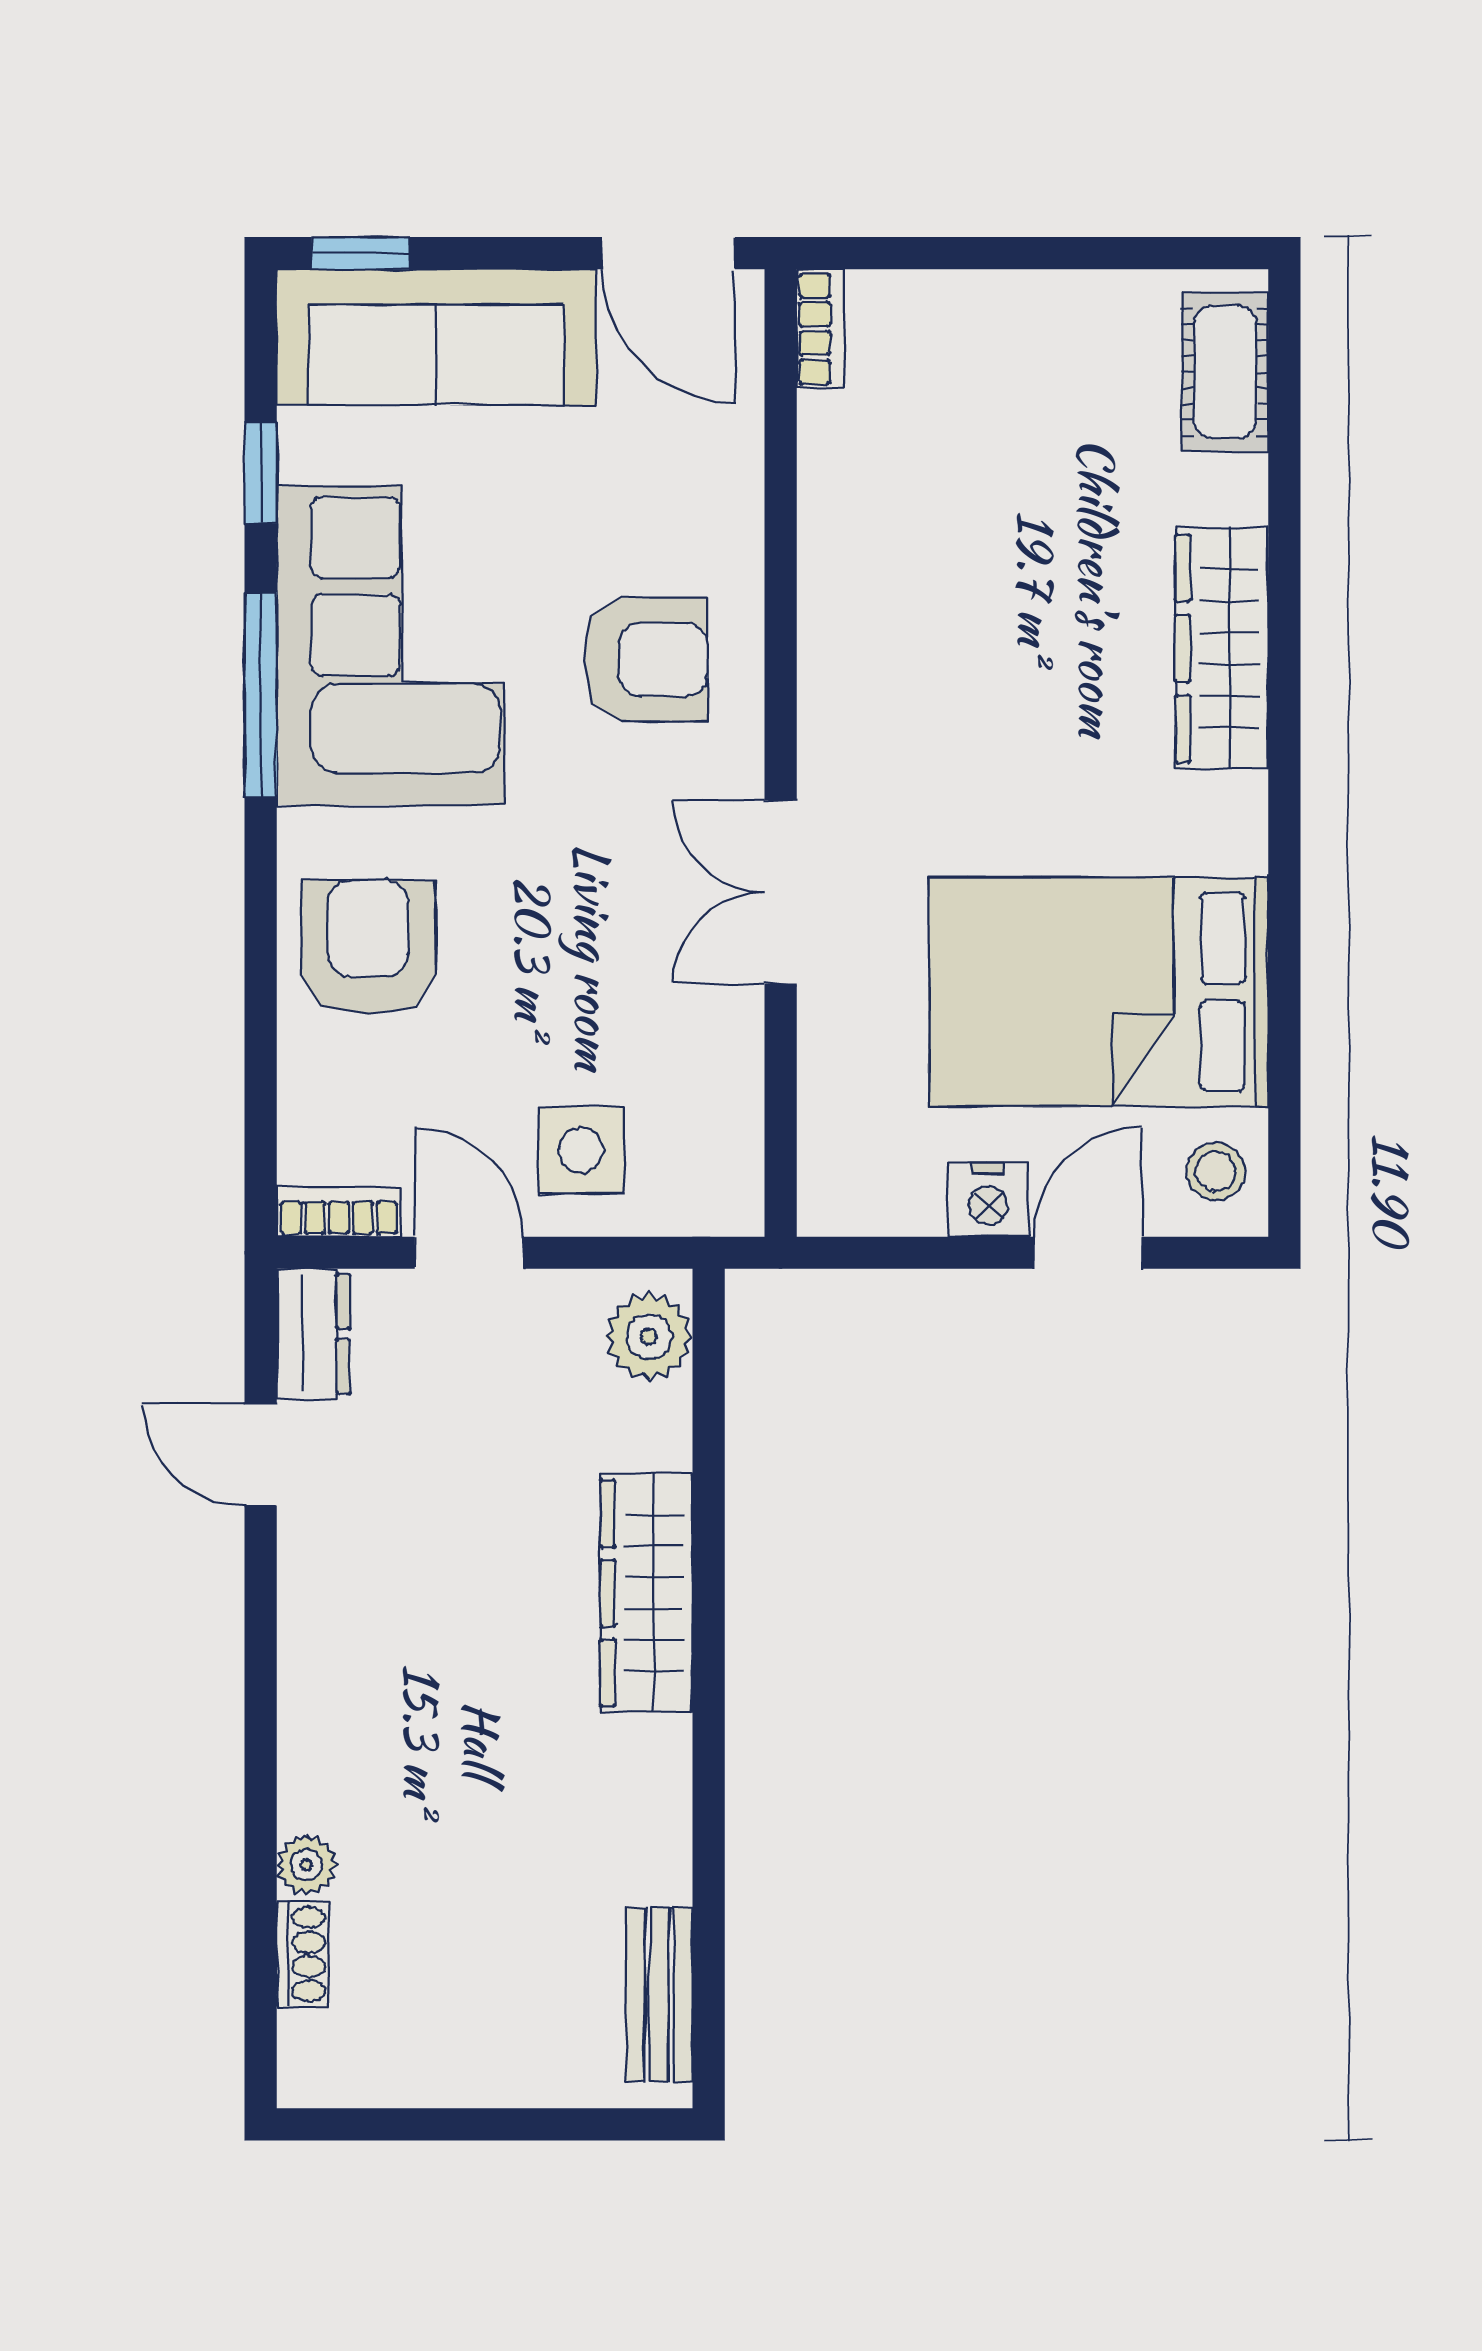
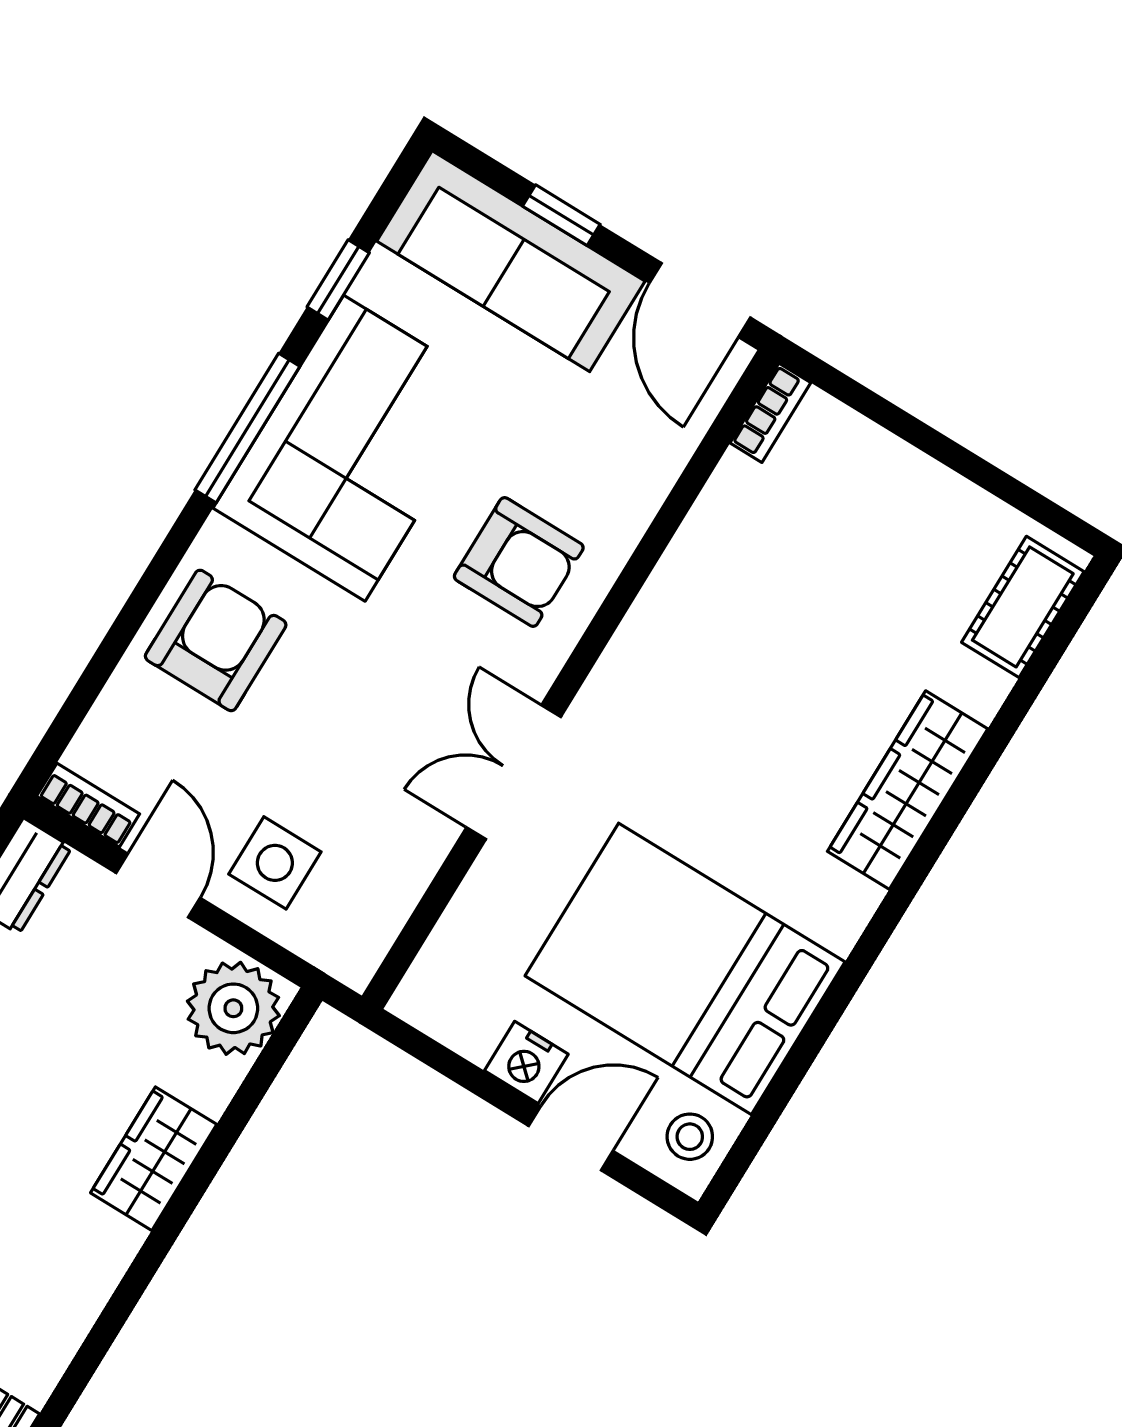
window: (360, 253) -> (561, 215), moved
plant: (649, 1336) -> (233, 1008), width x1.36, depth x1.36
wardrobe: (646, 1593) -> (154, 1159), width x0.67

